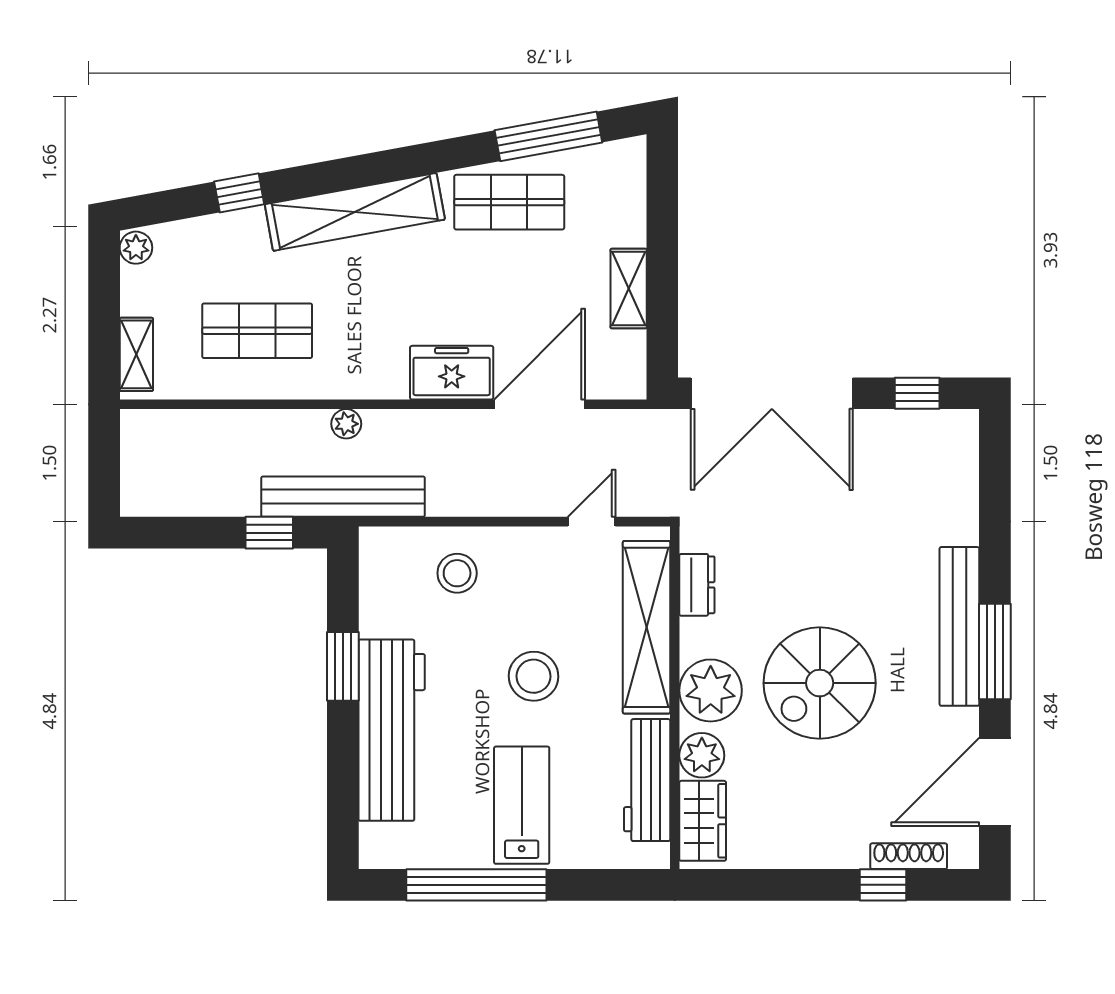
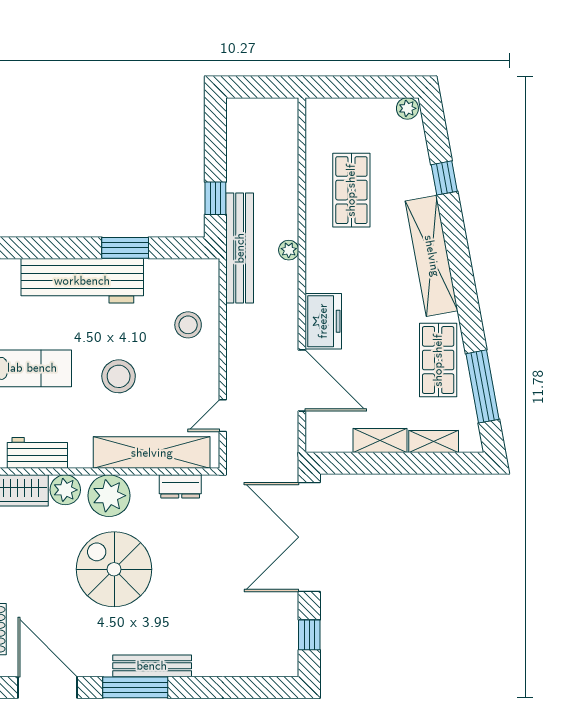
shelving: (136, 354) -> (434, 441), moved
door: (592, 522) -> (223, 416), swing flipped
bench: (959, 626) -> (152, 666), width x0.73, depth x0.82
workbench: (647, 780) -> (37, 453), width x0.73

